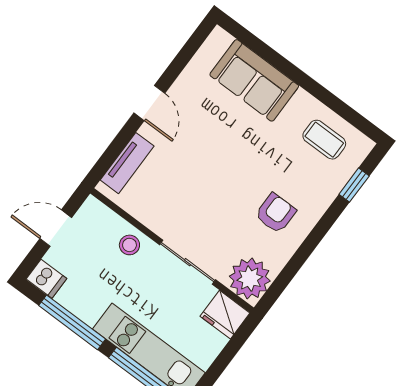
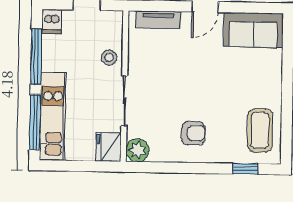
sofa: (254, 80) -> (253, 30), moved, turned -90
coffee table: (324, 140) -> (260, 130), width x1.36, depth x1.30
plant: (250, 279) -> (137, 150), width x0.73, depth x0.73

